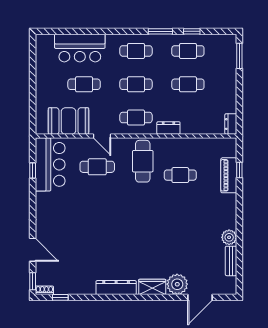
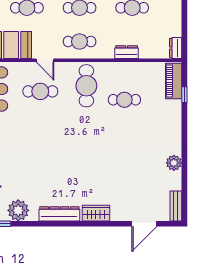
dresser: (168, 128) -> (127, 52), moved
piano: (229, 175) -> (174, 81), moved
bench: (231, 261) -> (176, 206), moved
plant: (177, 284) -> (18, 210), moved

